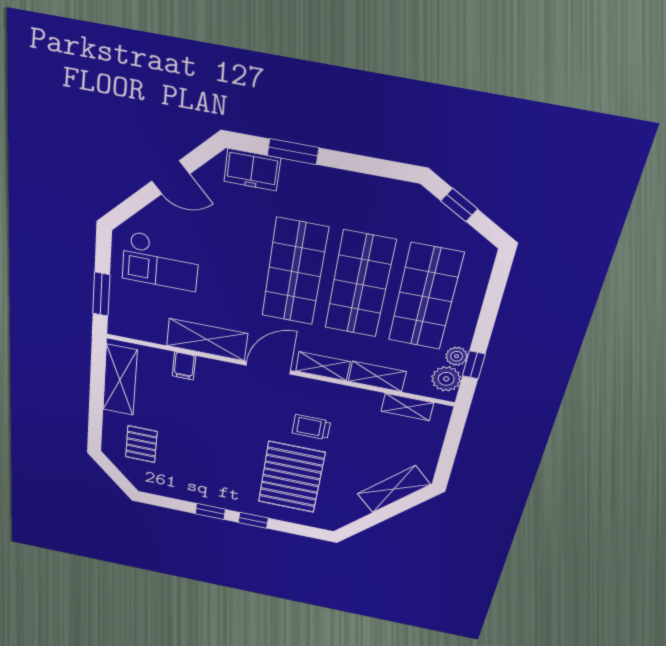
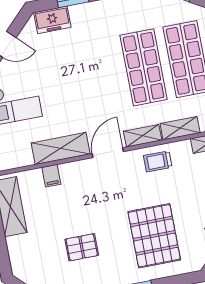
shop shelf: (295, 272) -> (101, 76), removed
trolley: (311, 427) -> (158, 161), moved
pallet: (141, 444) -> (82, 247), moved, turned 90

